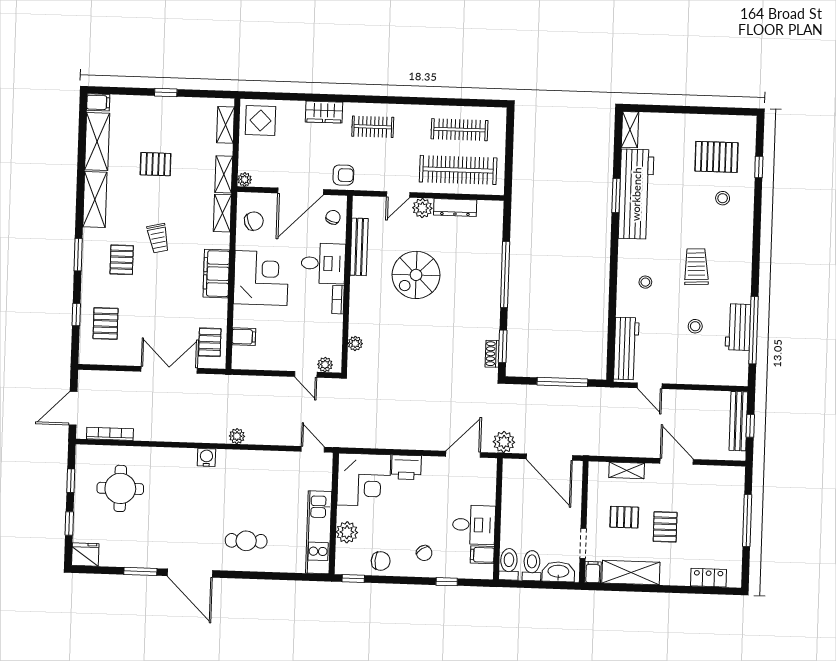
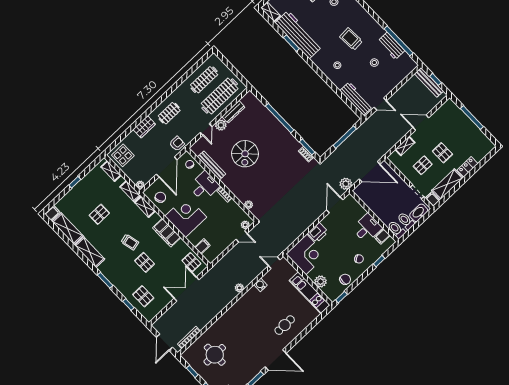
pallet: (122, 260) -> (145, 262), moved
water cooler: (206, 457) -> (260, 285), moved
locker: (708, 578) -> (468, 167), moved

